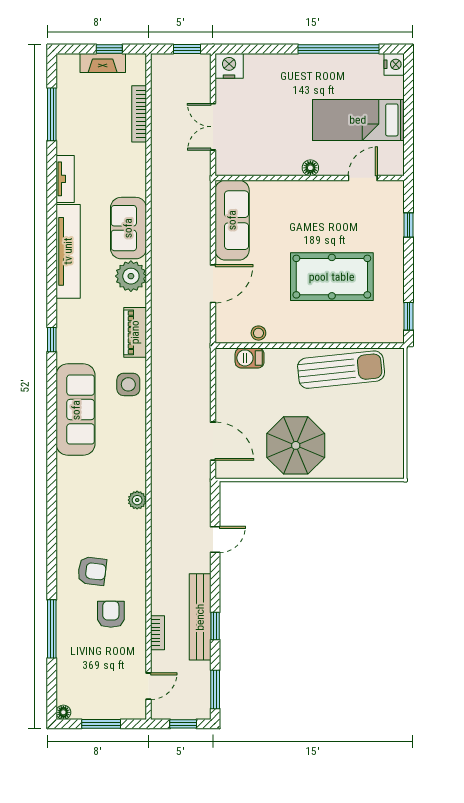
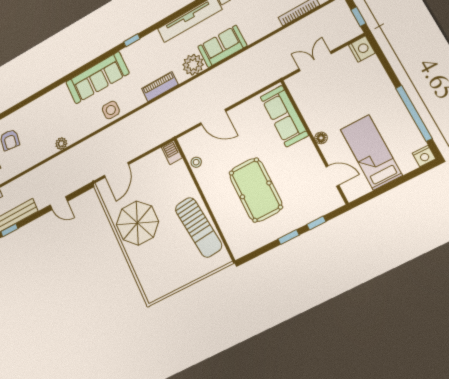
sofa: (232, 220) -> (284, 116), moved, turned 90
window: (409, 316) -> (289, 237), moved
barbecue: (250, 358) -> (172, 153), moved
side table: (128, 384) -> (111, 110), moved

